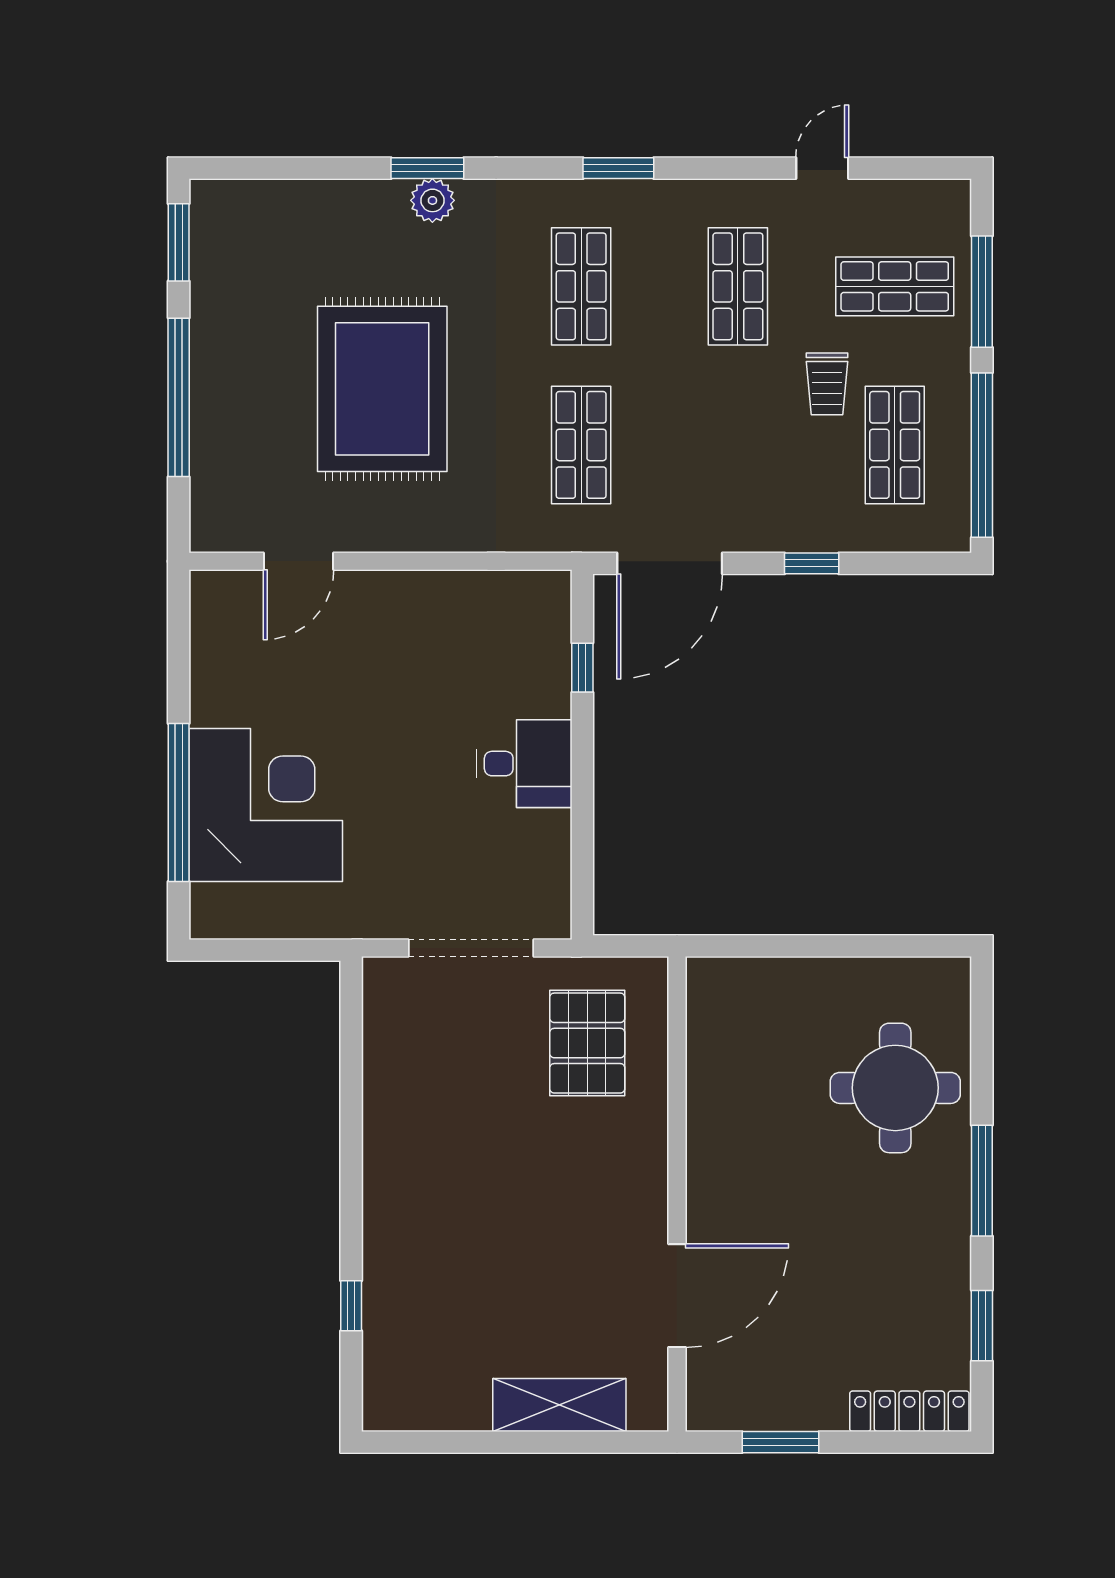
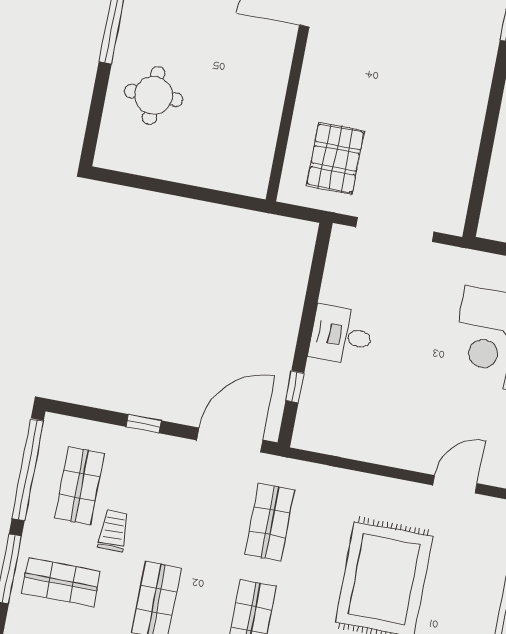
round table: (895, 1088) -> (154, 95), width x0.73, depth x0.73

